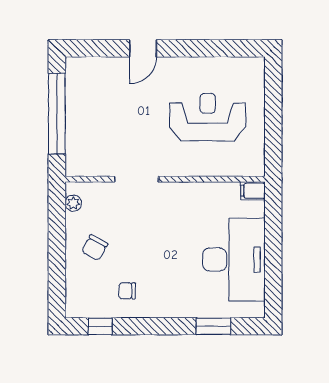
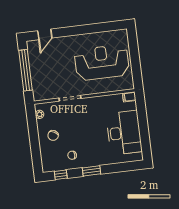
door: (143, 48) -> (45, 34), moved
reception desk: (208, 117) -> (102, 63), width x1.36, depth x1.30
window: (214, 326) -> (92, 171), moved

